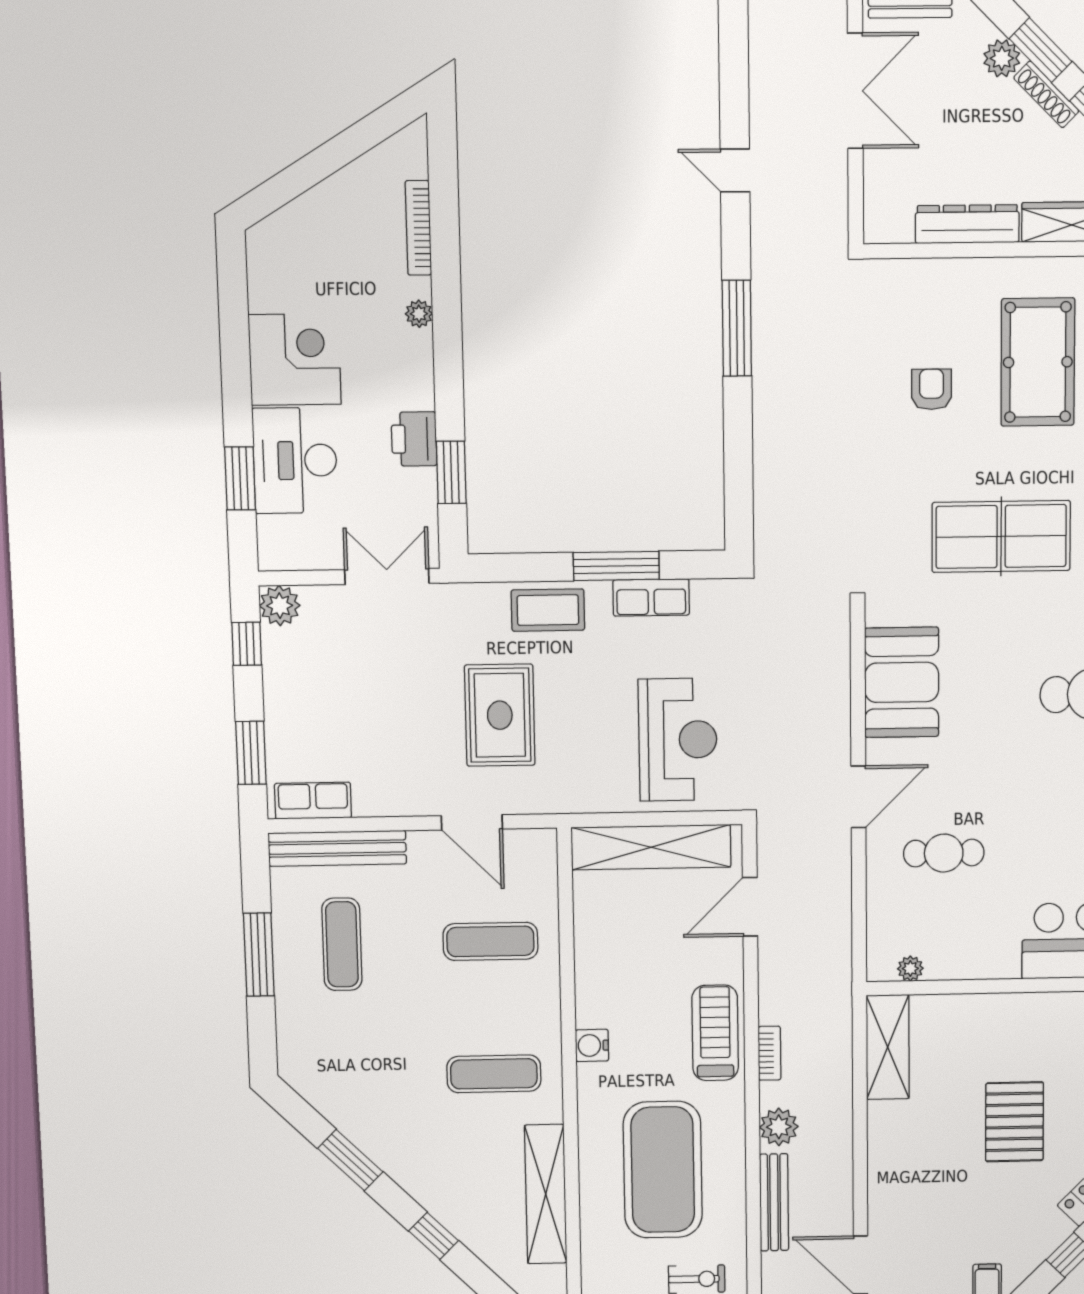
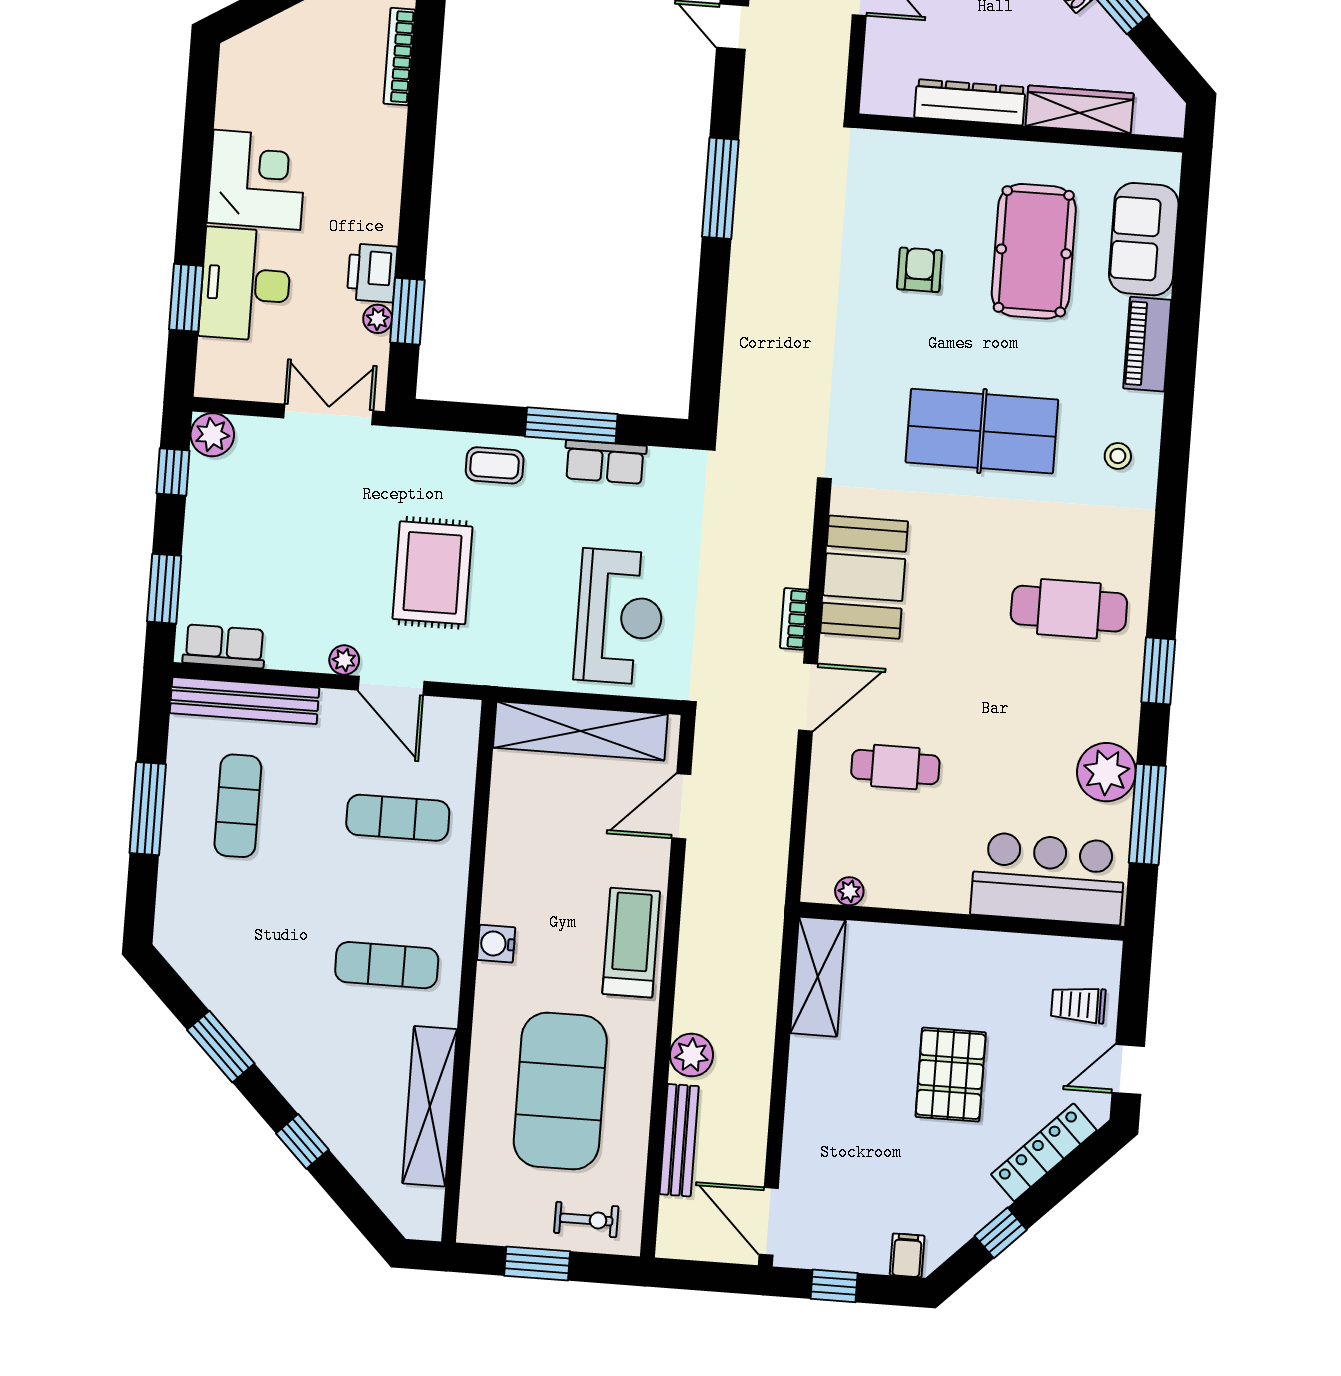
plant: (419, 314) -> (378, 319), moved
coffee table: (548, 610) -> (495, 465), width x0.73, depth x0.77
plant: (426, 803) -> (344, 660), added
bookcase: (770, 1053) -> (794, 619), moved, turned 180

